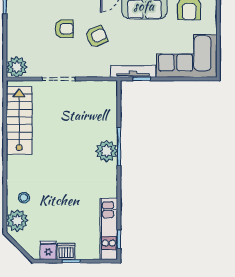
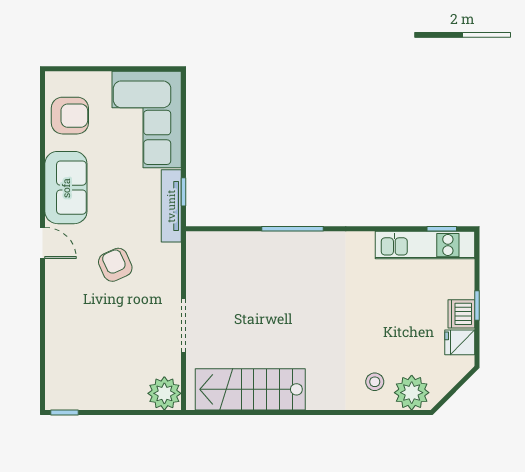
armchair: (64, 29) -> (103, 317), removed
plant: (107, 151) -> (300, 248), removed

